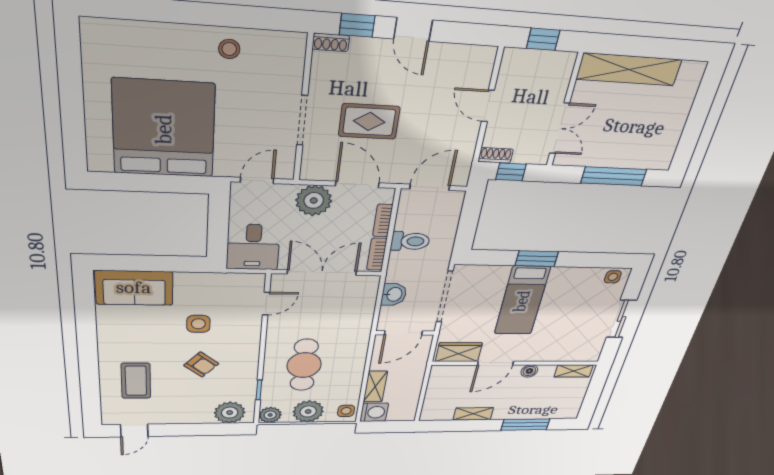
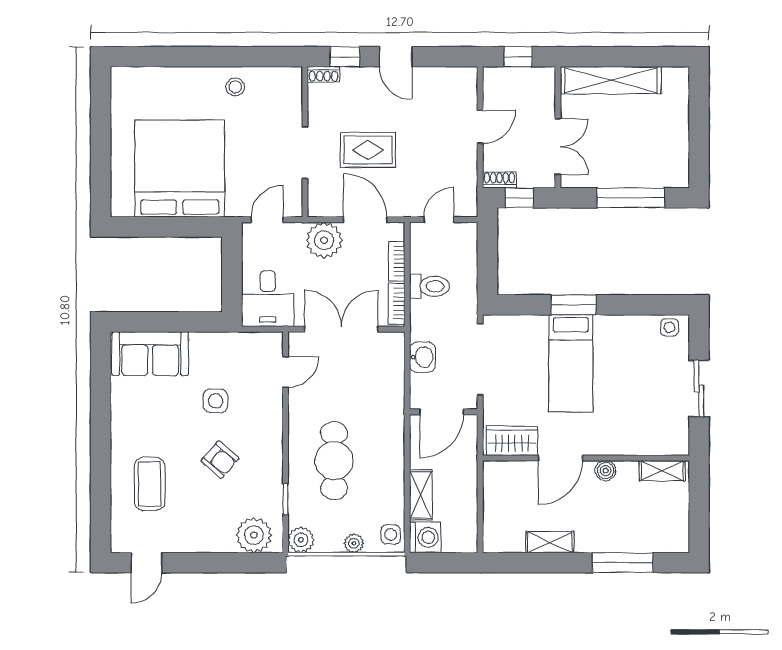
door: (488, 106) -> (480, 127), swing flipped
door: (430, 187) -> (439, 220), width x0.73
plant: (308, 411) -> (354, 543), width x0.53, depth x0.53

